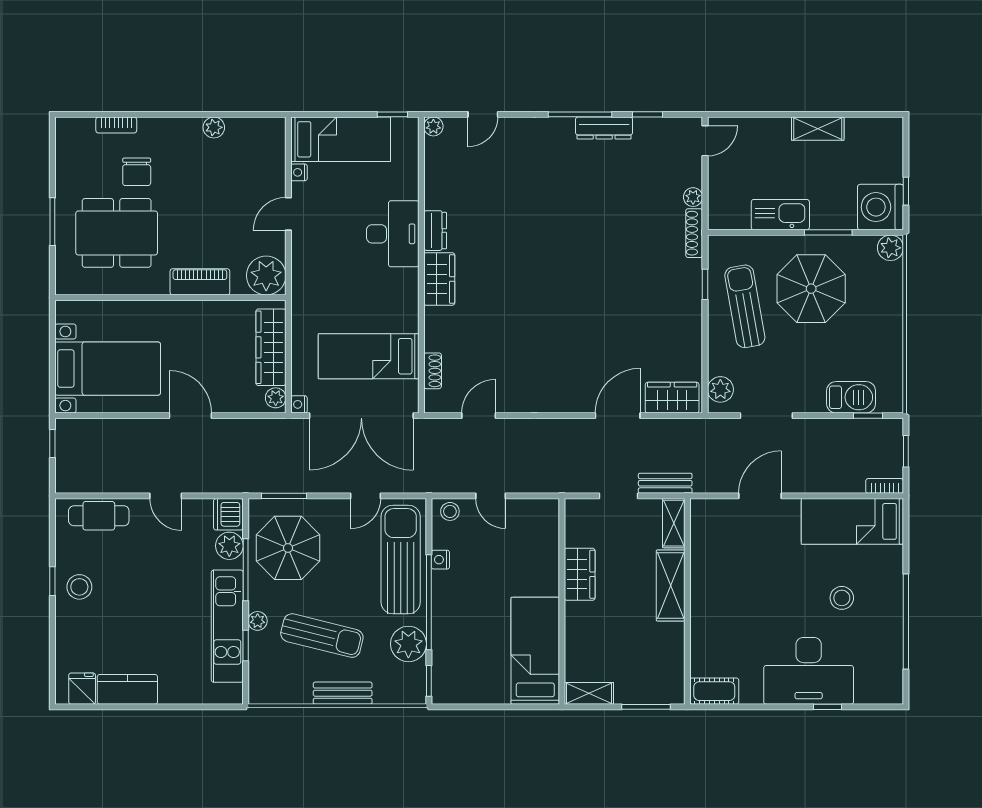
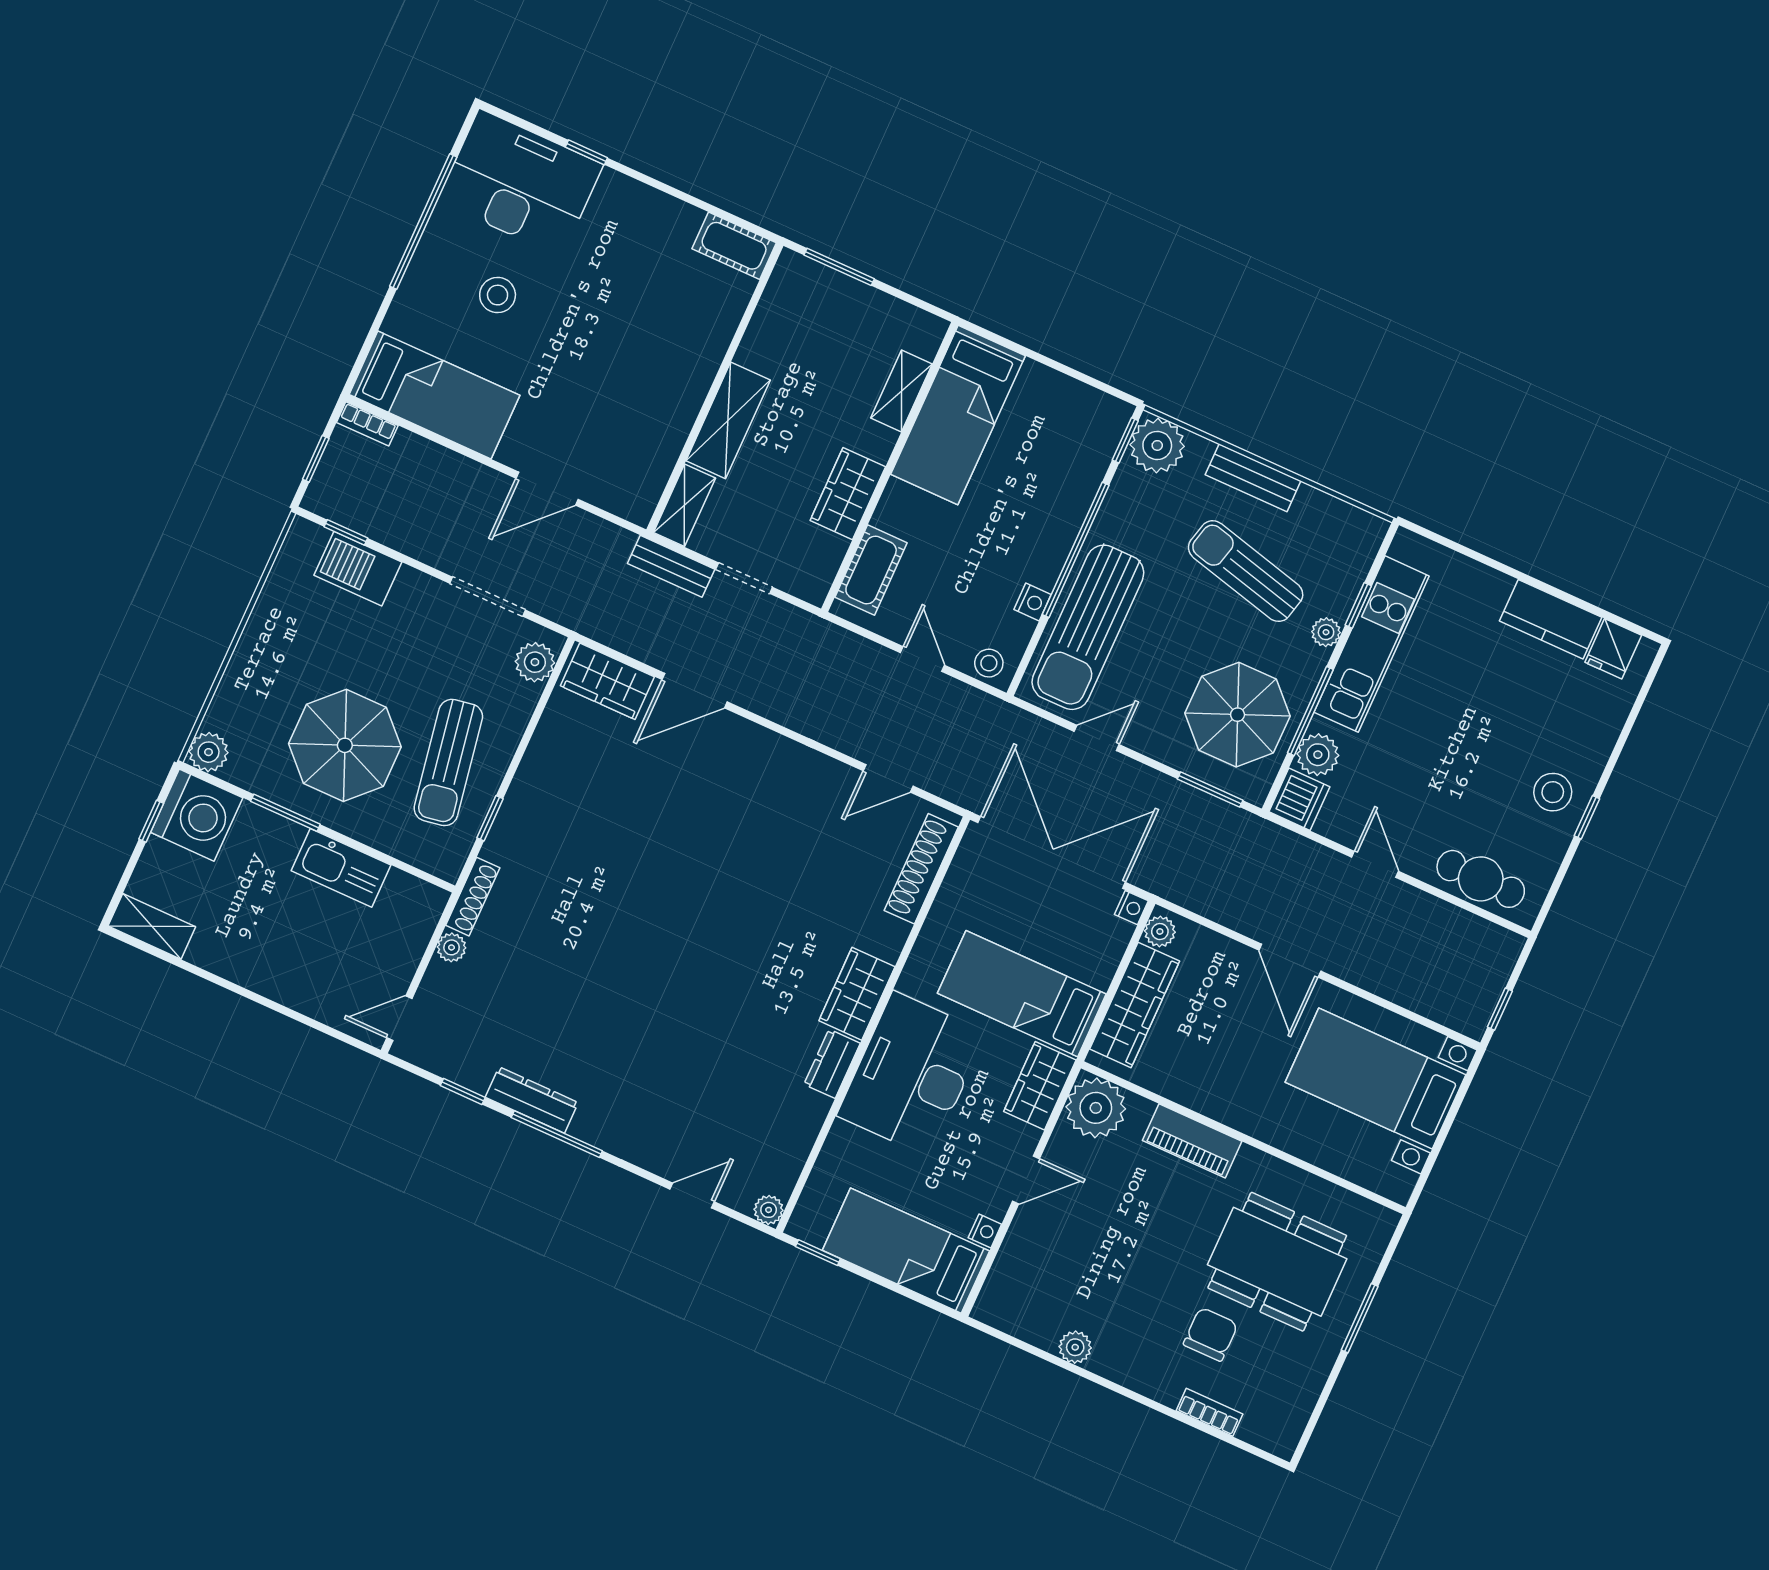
shelving: (818, 129) -> (152, 926), moved
desk: (393, 234) -> (912, 1074), width x1.36, depth x1.30
wardrobe: (305, 274) -> (1040, 1086), added
bed: (369, 356) -> (1022, 994), moved, turned 180
shoe rack: (433, 371) -> (921, 869), width x1.94, depth x1.24
cot: (545, 535) -> (871, 570), added
plant: (408, 644) -> (1157, 445), moved
desk: (809, 671) -> (520, 183), moved
shelving: (589, 693) -> (901, 391), moved, turned 90

